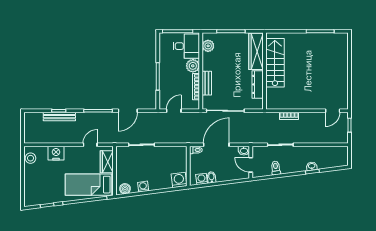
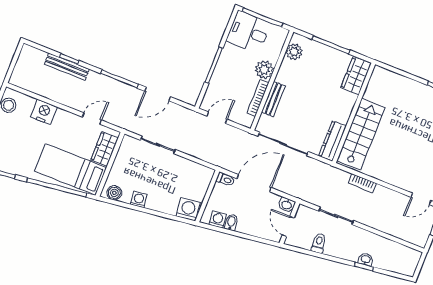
desk: (186, 46) -> (248, 32), moved, turned 180
wardrobe: (256, 51) -> (356, 76), width x0.67
stairs: (275, 63) -> (361, 134), moved
dresser: (258, 84) -> (332, 141), moved

